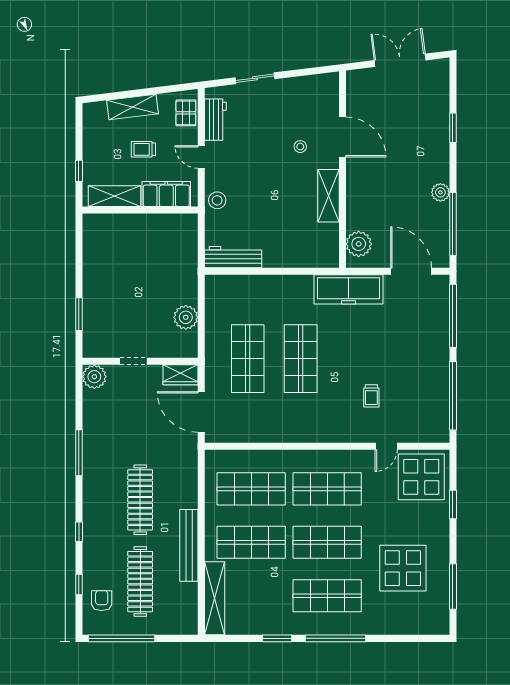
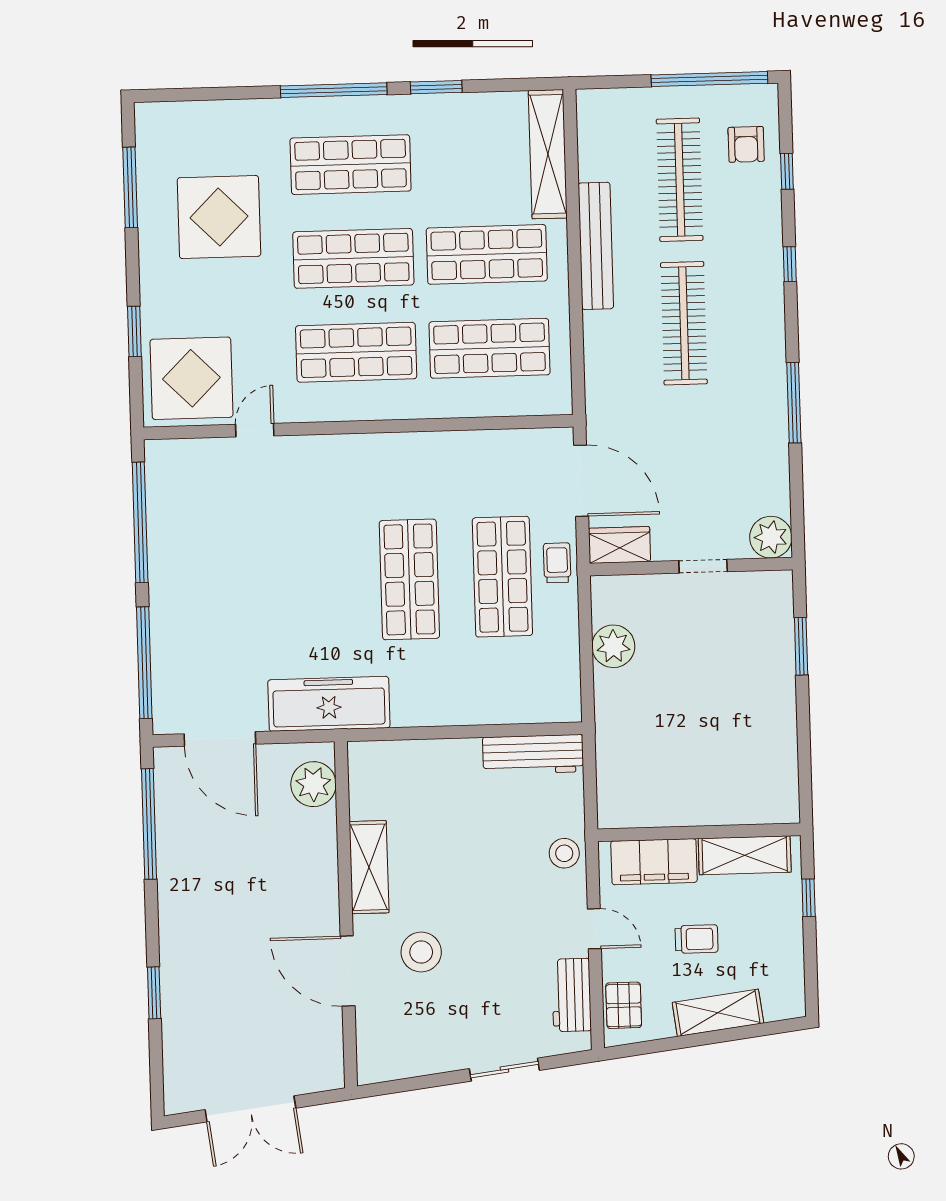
stool: (300, 147) -> (421, 952), width x1.89, depth x1.89
plant: (440, 192) -> (173, 879), removed
trolley: (371, 396) -> (557, 563), moved

